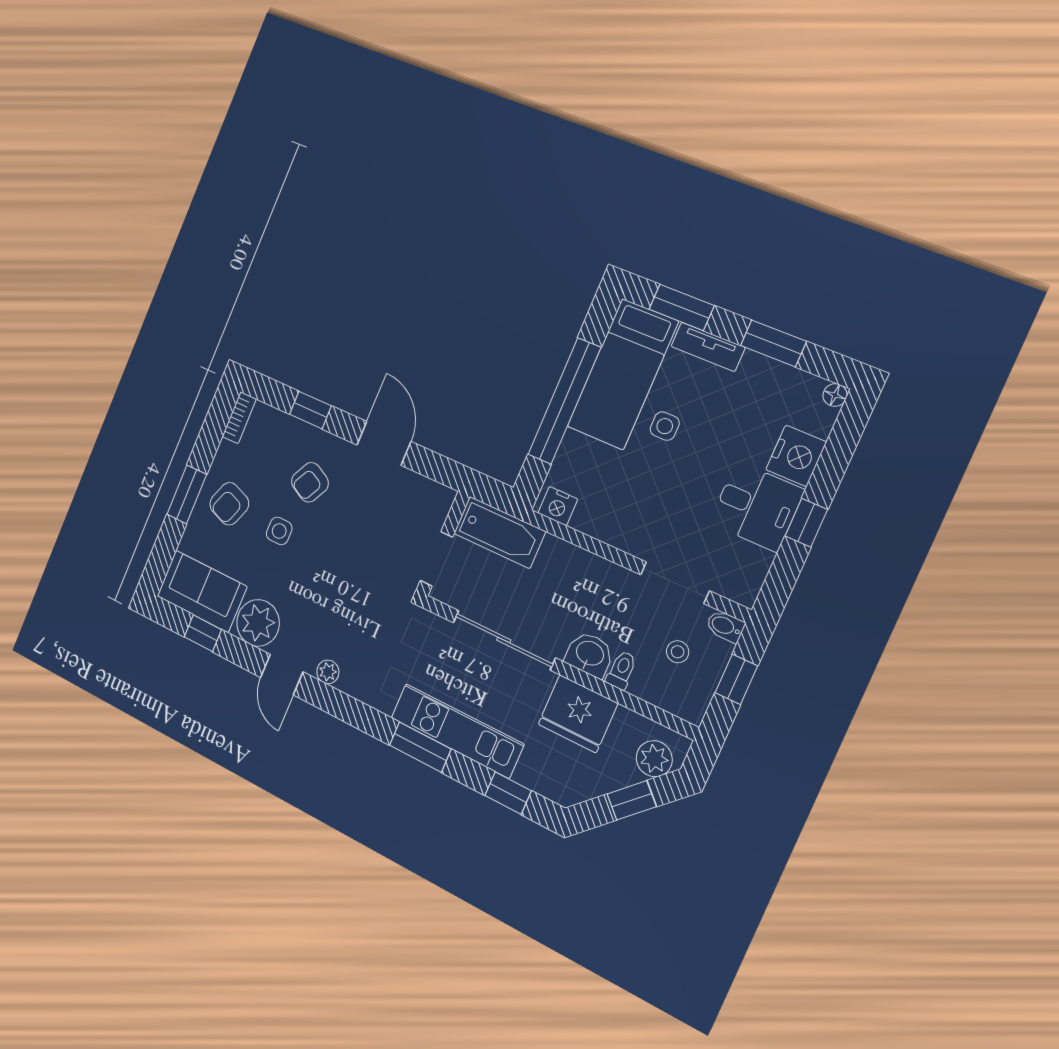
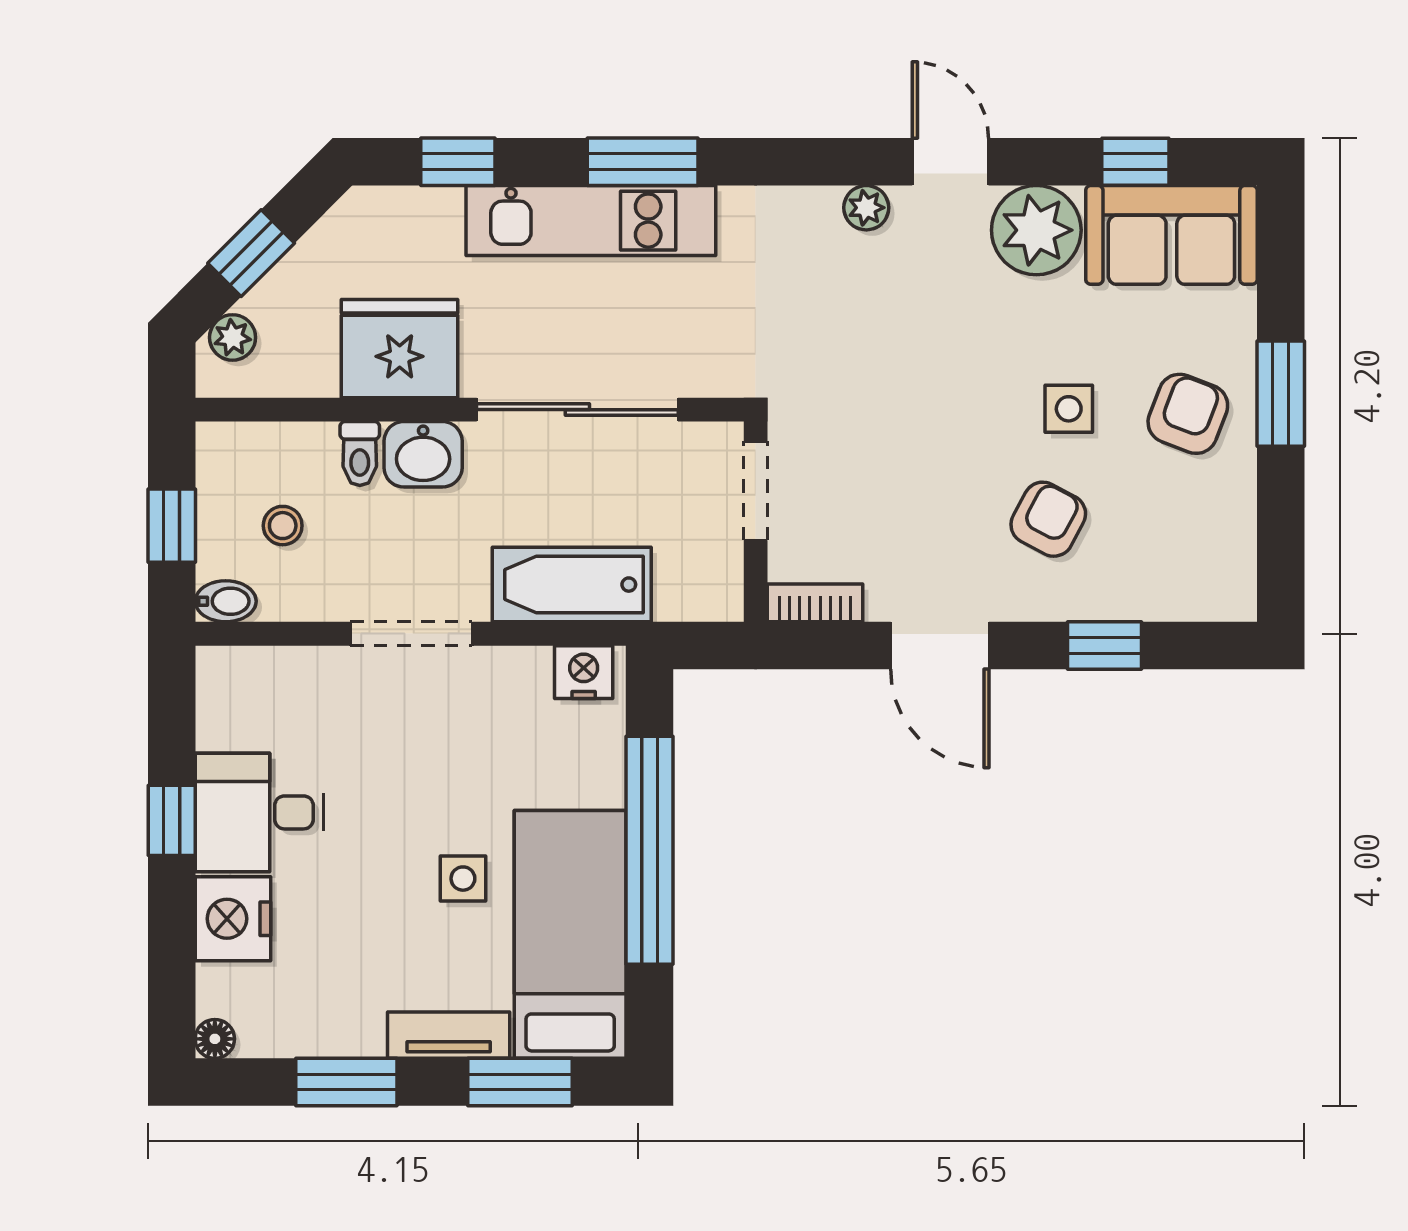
bookcase: (239, 418) -> (815, 603), moved, turned 90
bathtub: (500, 532) -> (572, 585), moved
doorway: (675, 583) -> (411, 634), moved
plant: (654, 759) -> (233, 337), width x0.73, depth x0.73

